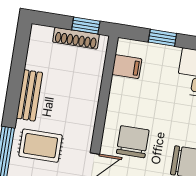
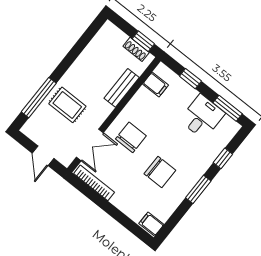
shoe rack: (76, 38) -> (136, 49), width x0.70
bench: (29, 95) -> (122, 88), moved

